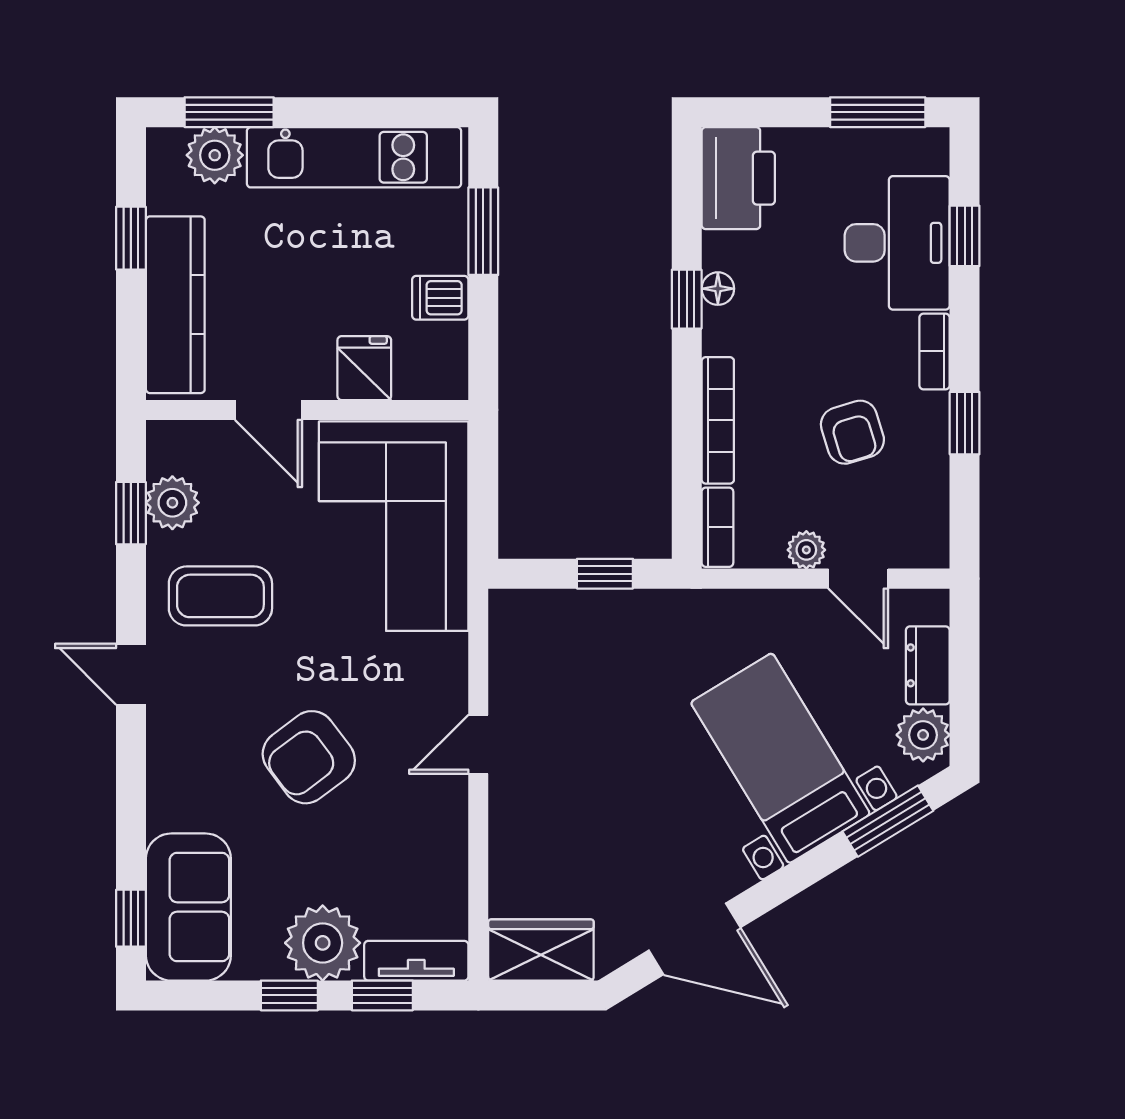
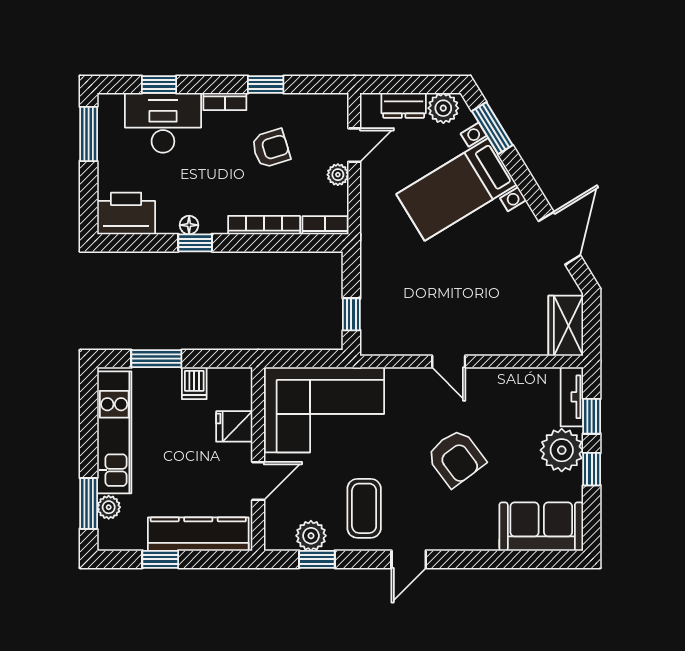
plant: (215, 155) -> (109, 507), width x0.73, depth x0.73
window: (605, 574) -> (351, 314), moved
window: (131, 918) -> (548, 559), removed

